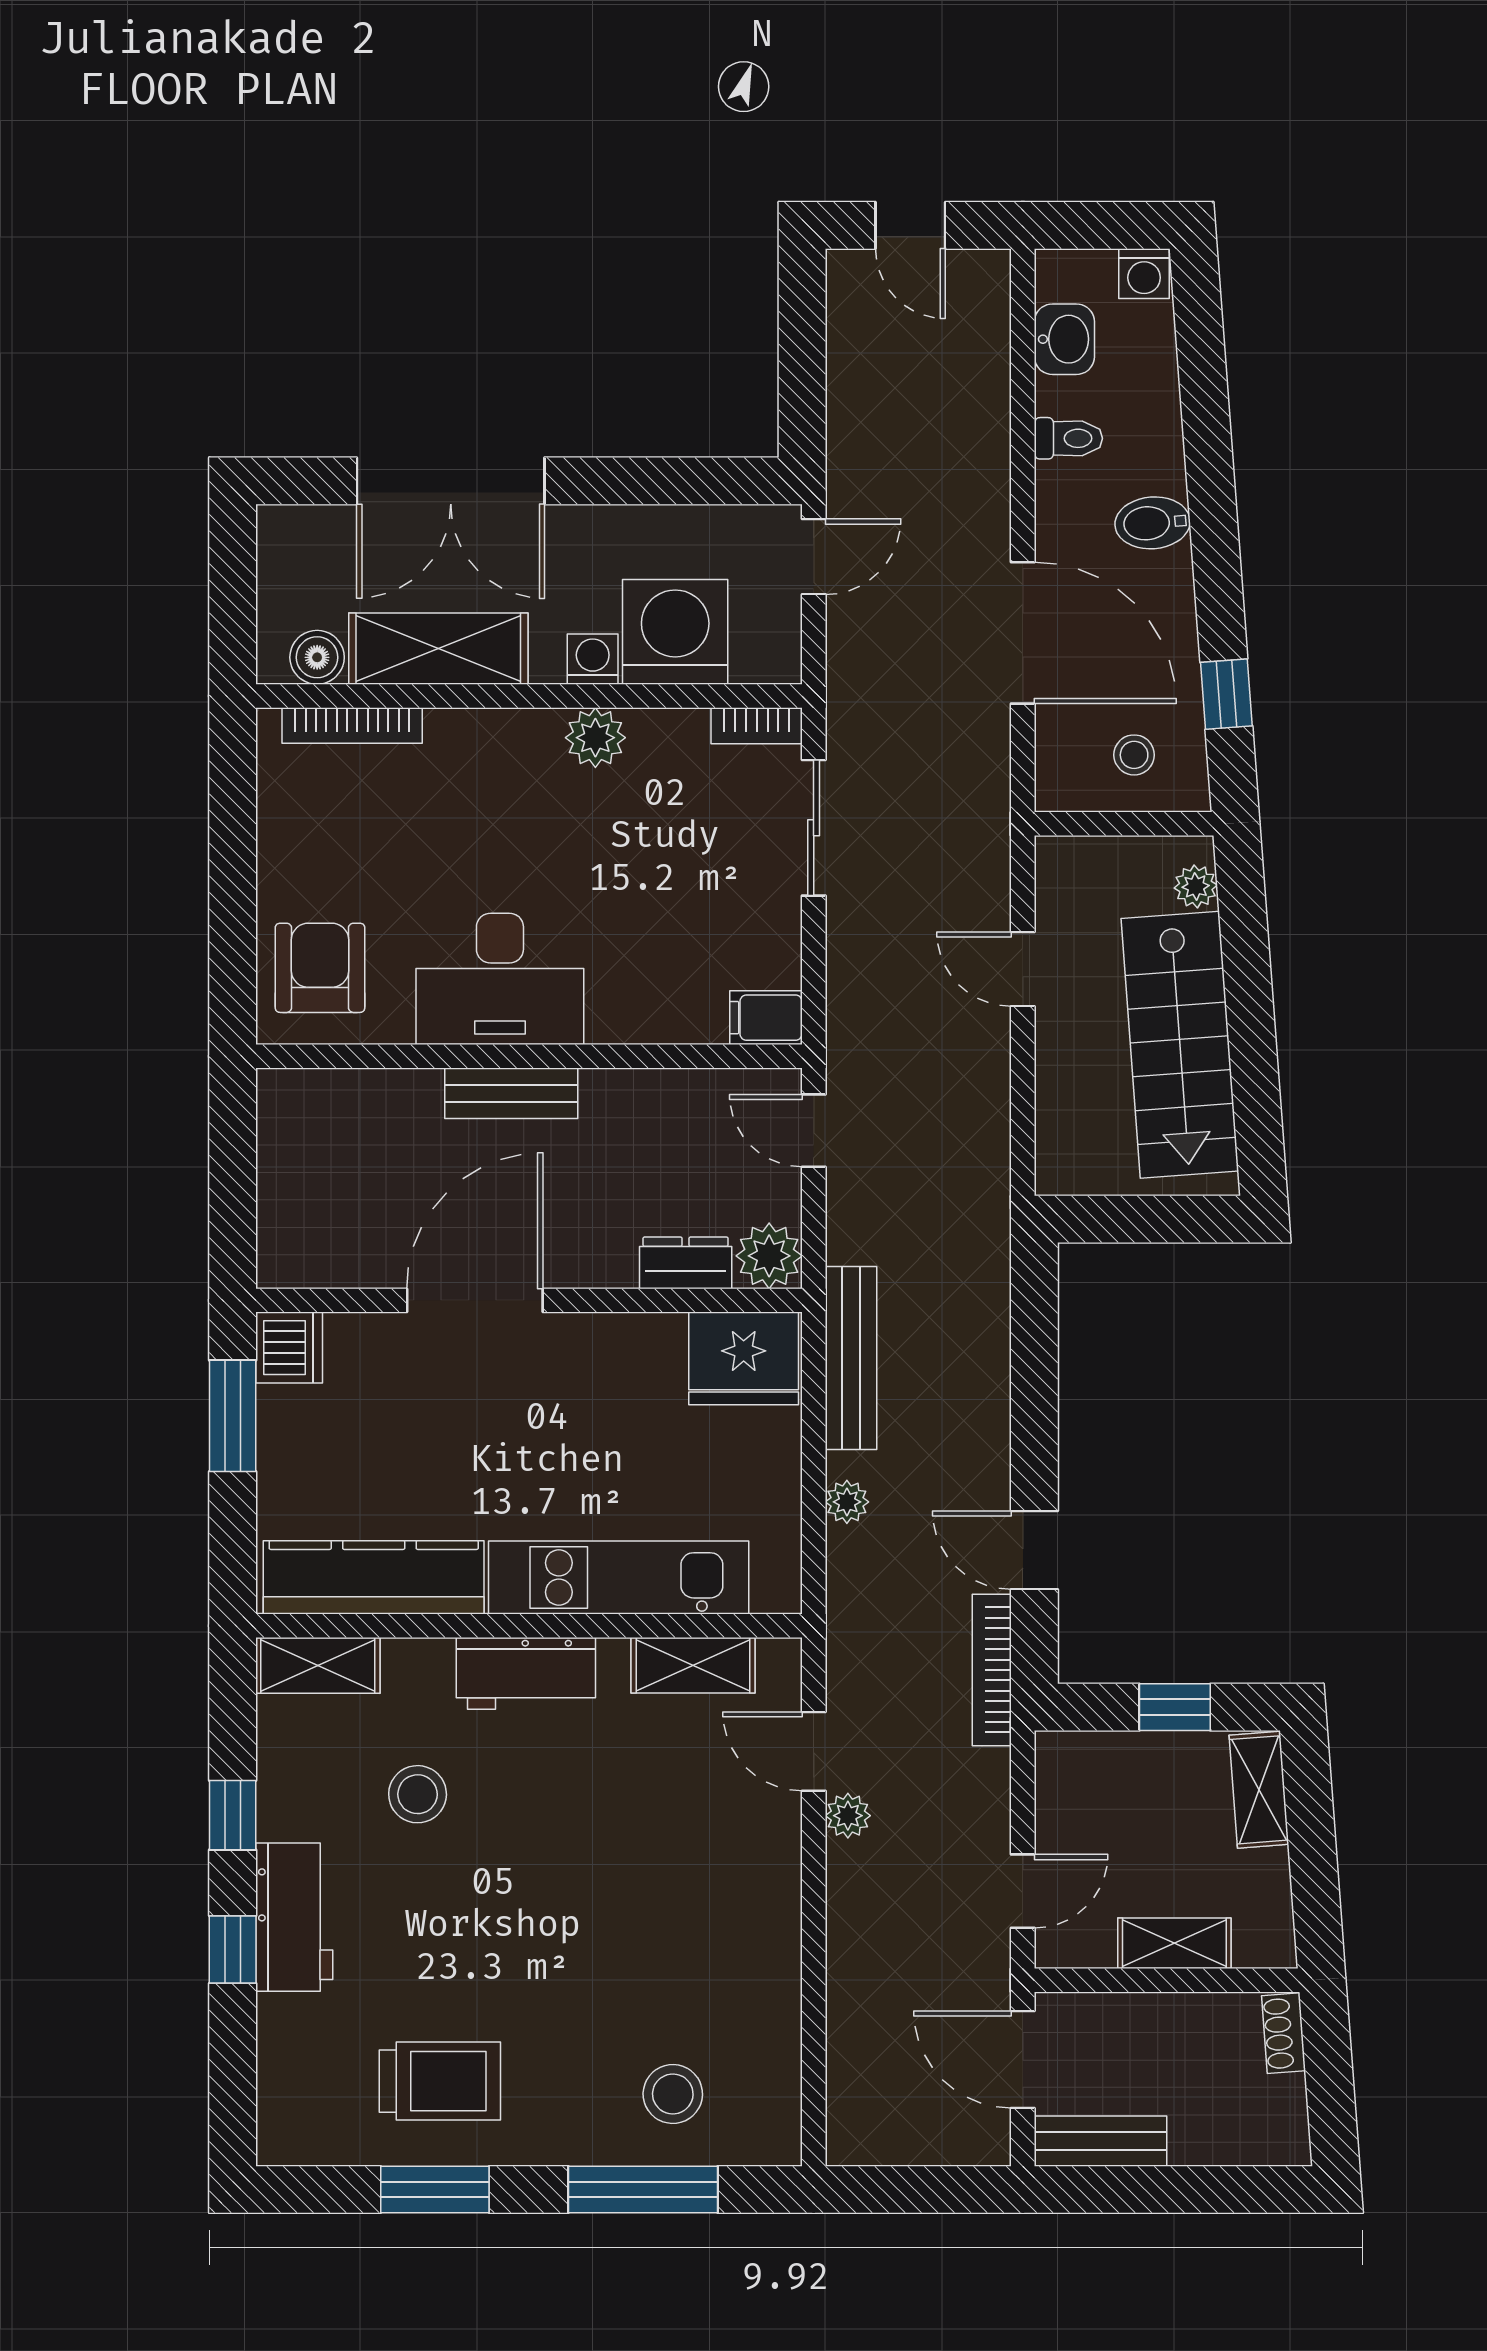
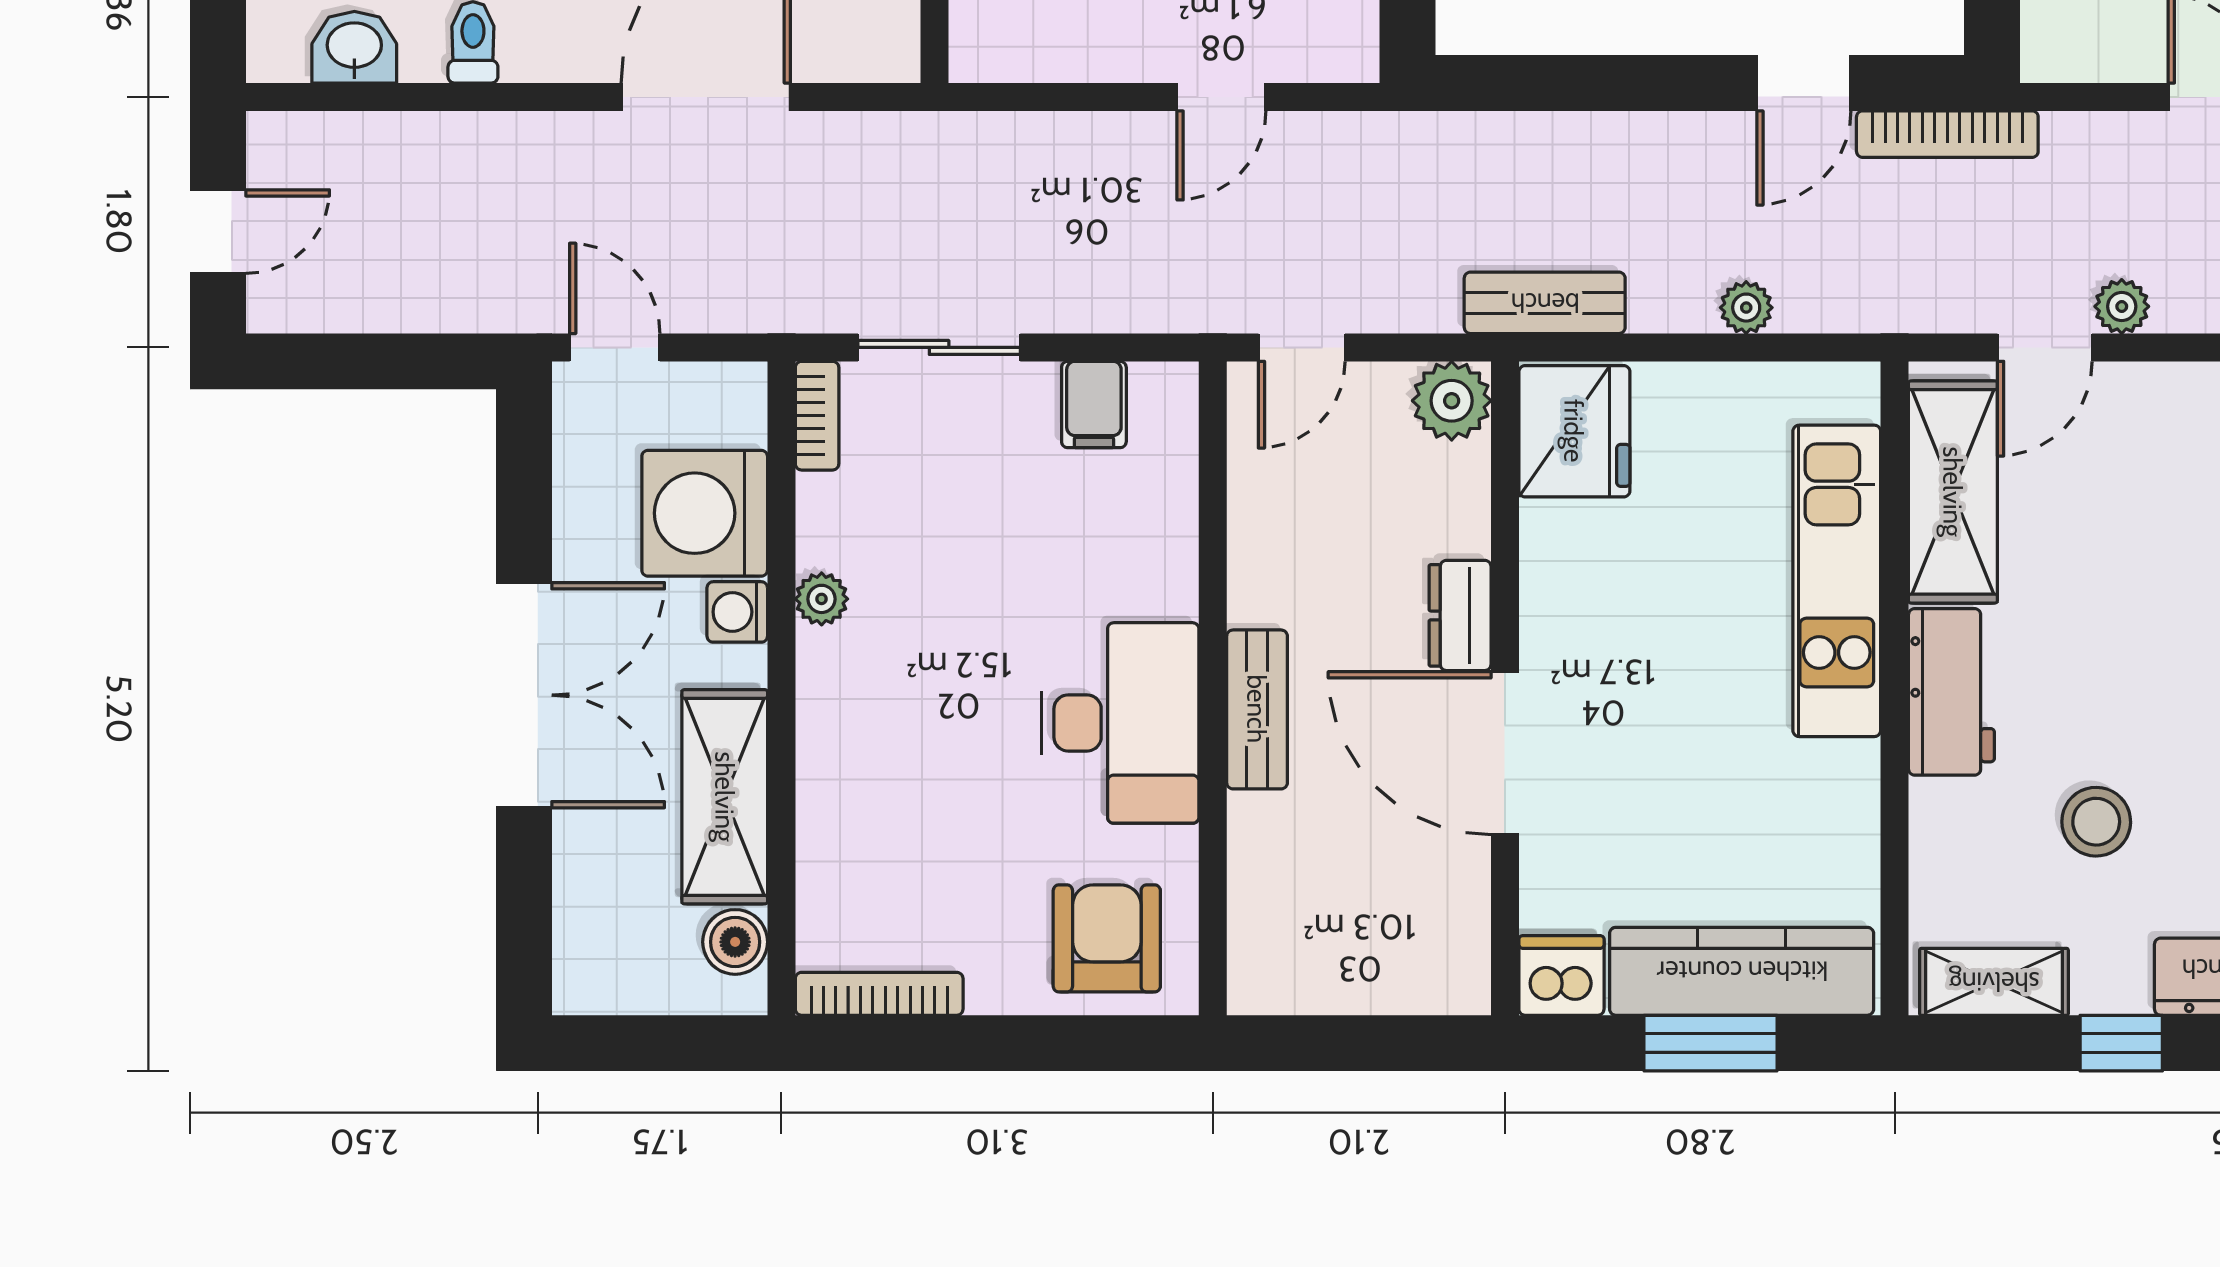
double door: (451, 481) -> (524, 695), moved
bookcase: (352, 726) -> (879, 994), moved, turned -90
plant: (595, 738) -> (822, 599), width x0.73, depth x0.73
armchair: (320, 968) -> (1107, 938), turned 90
door: (1023, 969) -> (1221, 97), moved
filing cabinet: (766, 1018) -> (1094, 405), moved
dresser: (686, 1263) -> (1460, 615), moved
bench: (851, 1358) -> (1545, 303), width x0.73
window: (233, 1416) -> (1710, 1043), moved
kitchen counter: (374, 1577) -> (1742, 971), moved, turned 90
shelving: (318, 1665) -> (1994, 982), moved, turned 90
shelving: (693, 1665) -> (1953, 492), width x1.50, depth x1.33

